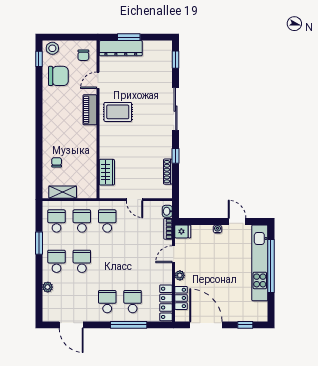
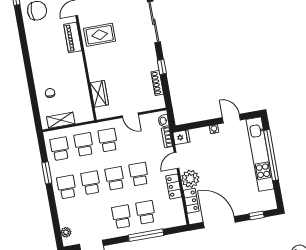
school desk: (107, 261) -> (115, 178), added
school desk: (133, 261) -> (139, 174), added
plant: (180, 275) -> (190, 179), width x1.88, depth x1.88
plant: (48, 287) -> (66, 232), moved
locker: (166, 303) -> (174, 186), moved, width x0.66

